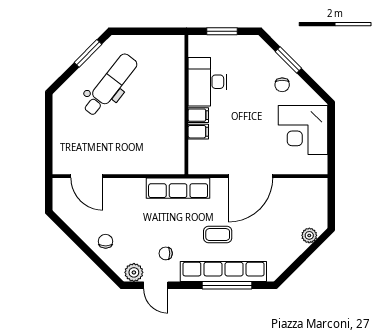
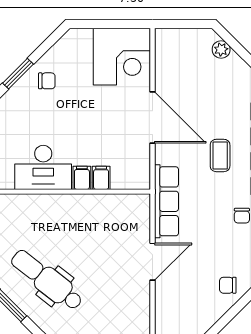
corner desk: (303, 130) -> (122, 57), moved
door: (87, 176) -> (153, 262), moved

